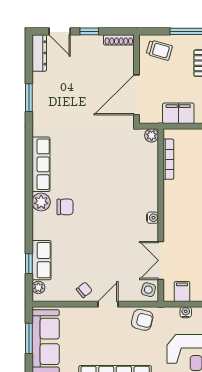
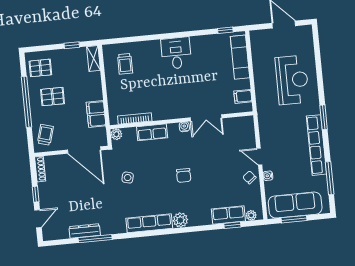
dresser: (39, 53) -> (85, 231), moved
window: (29, 98) -> (95, 239), width x1.44
row of seats: (150, 178) -> (152, 132), added
chair: (65, 207) -> (184, 175), moved, turned 180
double door: (161, 260) -> (206, 118), moved
side table: (148, 290) -> (128, 178), moved
water cooler: (186, 312) -> (268, 176), moved
armchair: (142, 320) -> (270, 127), removed

